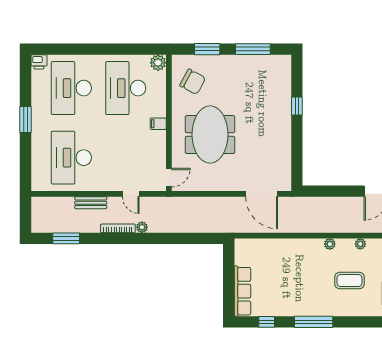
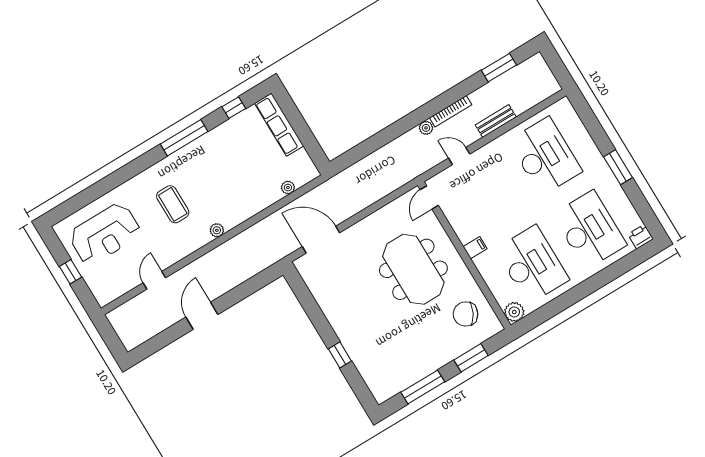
plant: (360, 244) -> (288, 188), moved
coffee table: (349, 281) -> (173, 204), turned 90

